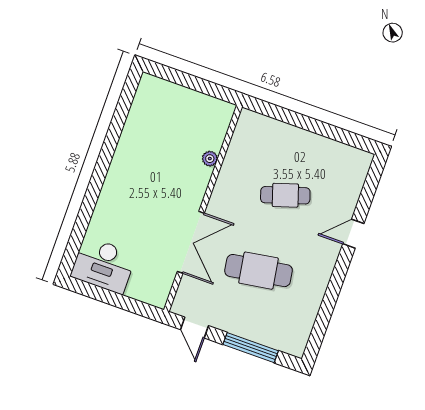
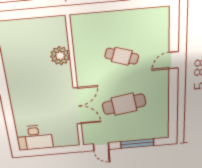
plant: (210, 159) -> (60, 56), width x1.87, depth x1.87
cafe table: (285, 195) -> (122, 56), turned 36

